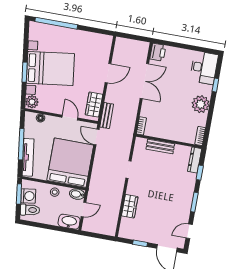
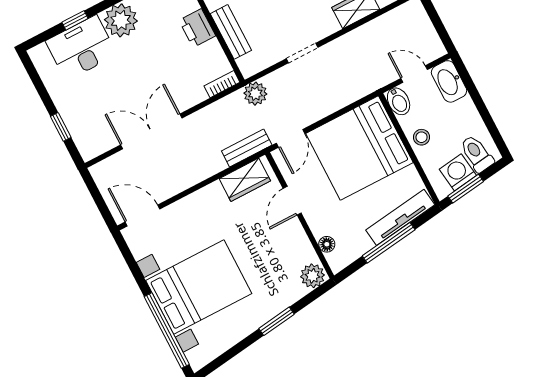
window: (176, 45) -> (61, 127), added
printer: (158, 52) -> (197, 28), moved, turned -90
bed with nightstands: (50, 68) -> (199, 287), moved, turned 98
desk: (204, 68) -> (81, 48), moved
door: (108, 73) -> (142, 215), moved
plant: (127, 137) -> (255, 94), added

